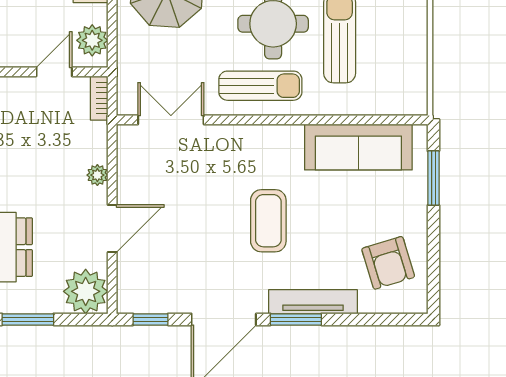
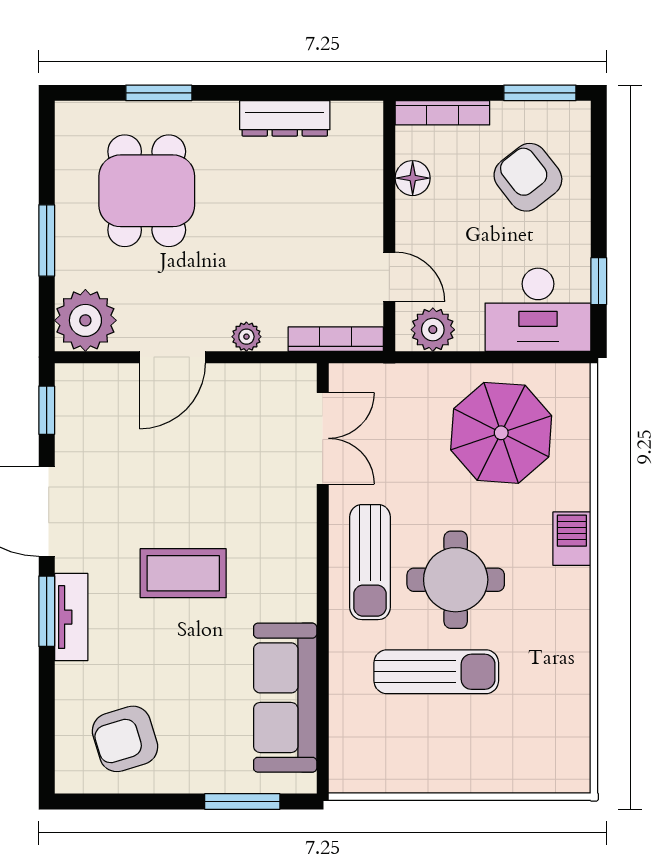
bookcase: (99, 98) -> (336, 339), width x1.56
door: (112, 229) -> (172, 357), hinge flipped
tv unit: (313, 302) -> (71, 617), width x0.71

